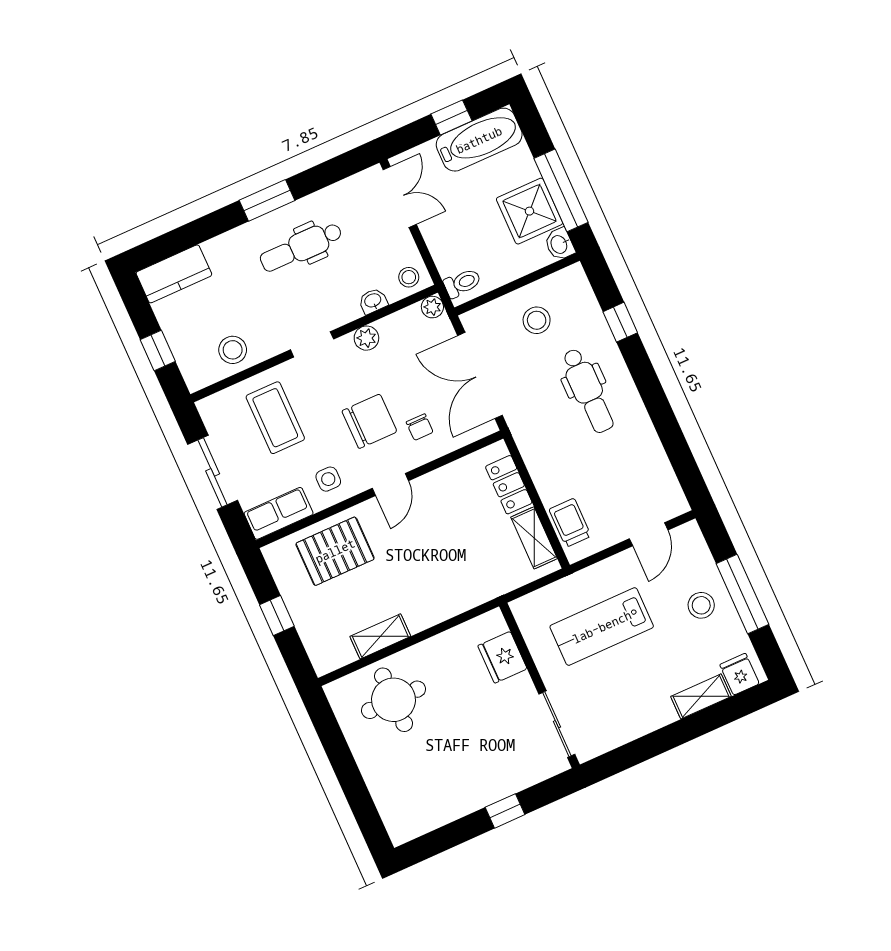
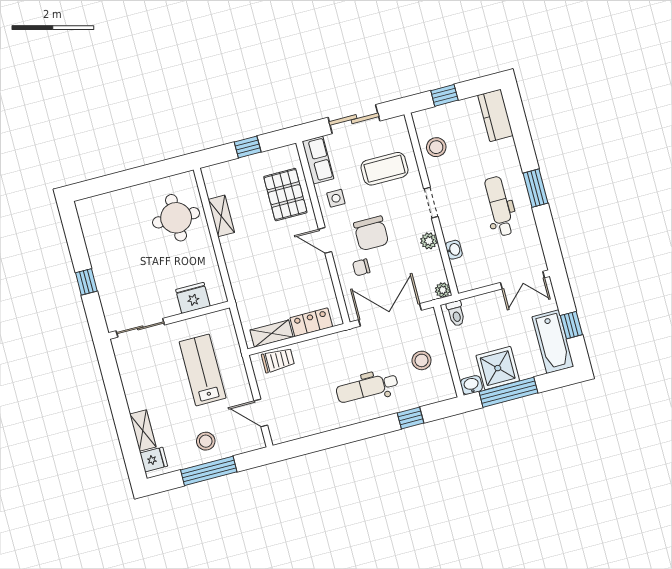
stool: (409, 277) -> (466, 277), removed

